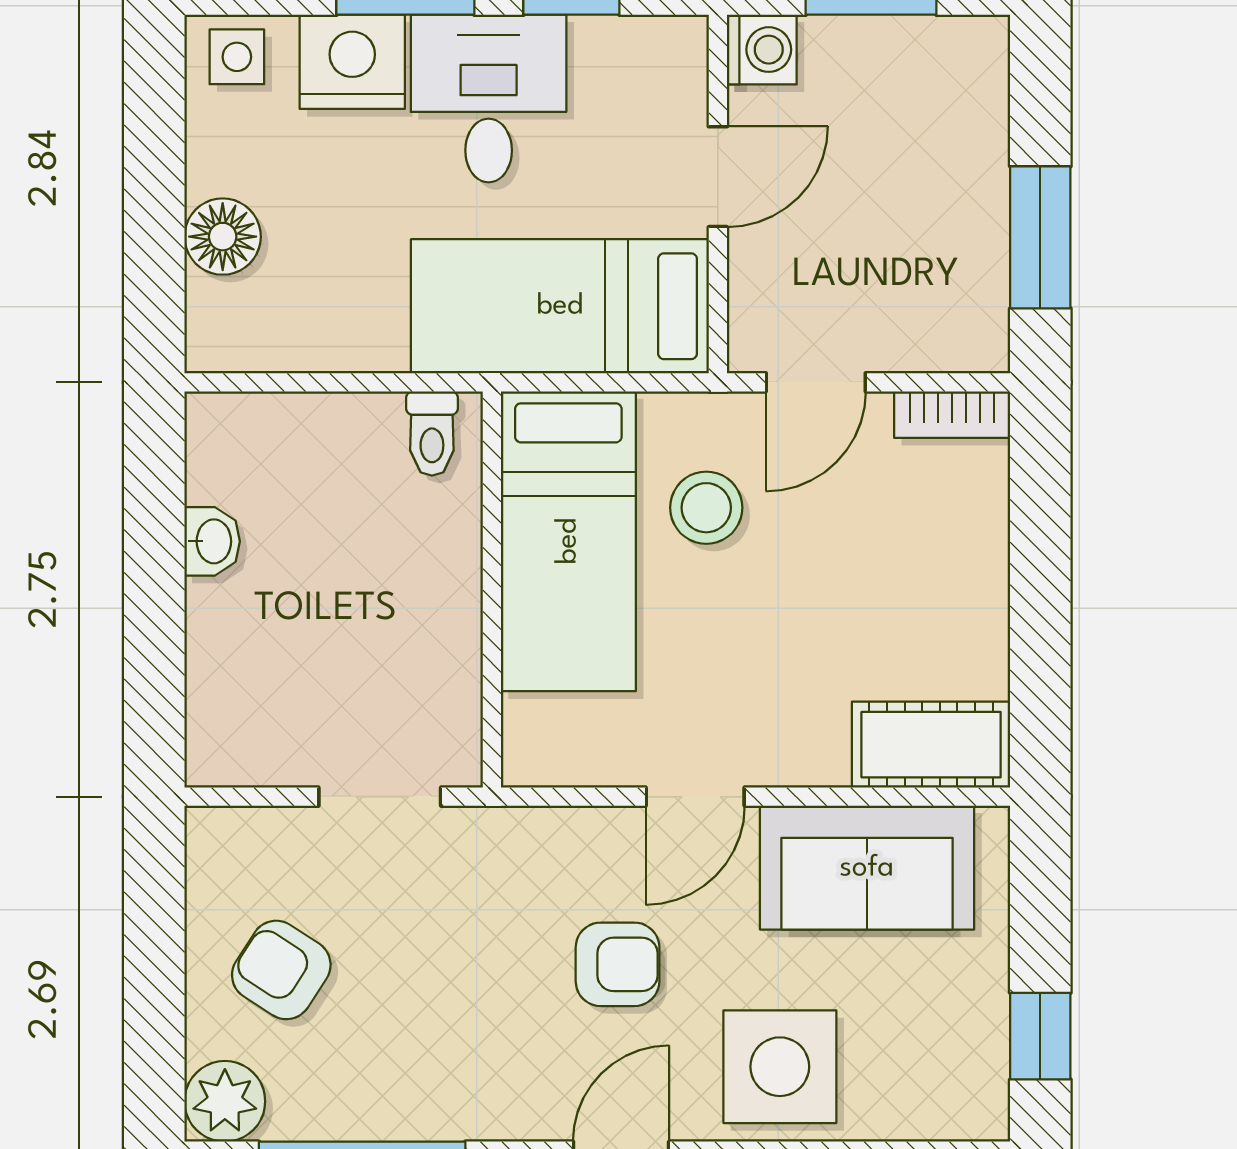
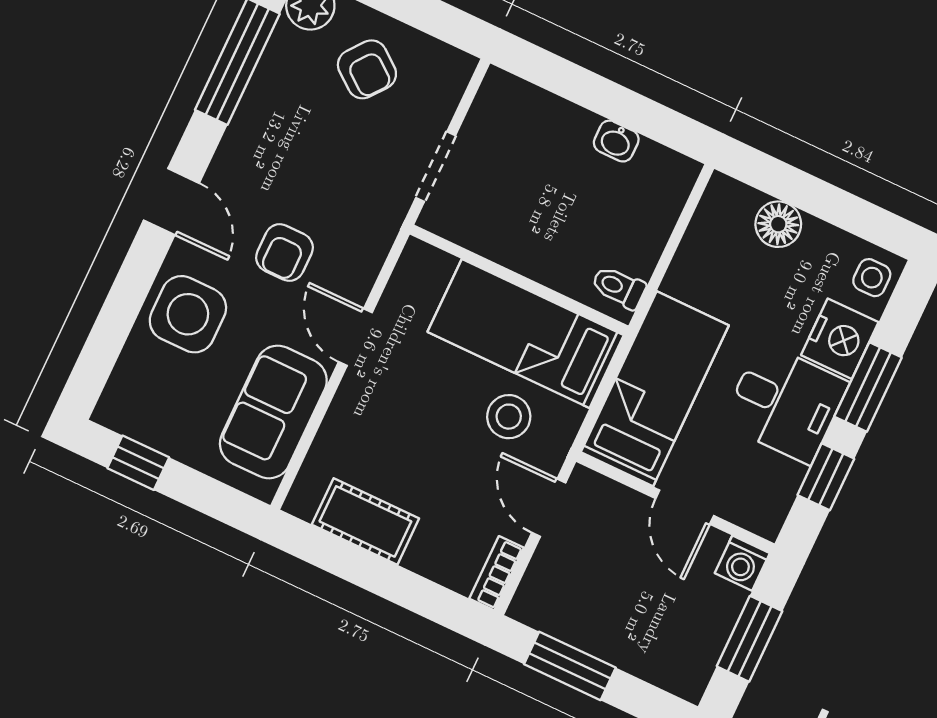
cot: (931, 745) -> (365, 521), moved, turned 90
armchair: (281, 970) -> (367, 69), turned 95

